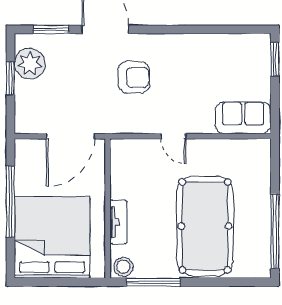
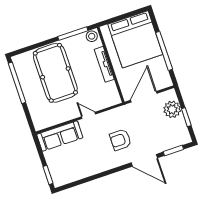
plant: (30, 64) -> (172, 109), moved
sofa: (243, 118) -> (60, 136), width x1.36
tv unit: (118, 222) -> (104, 64), width x1.41

